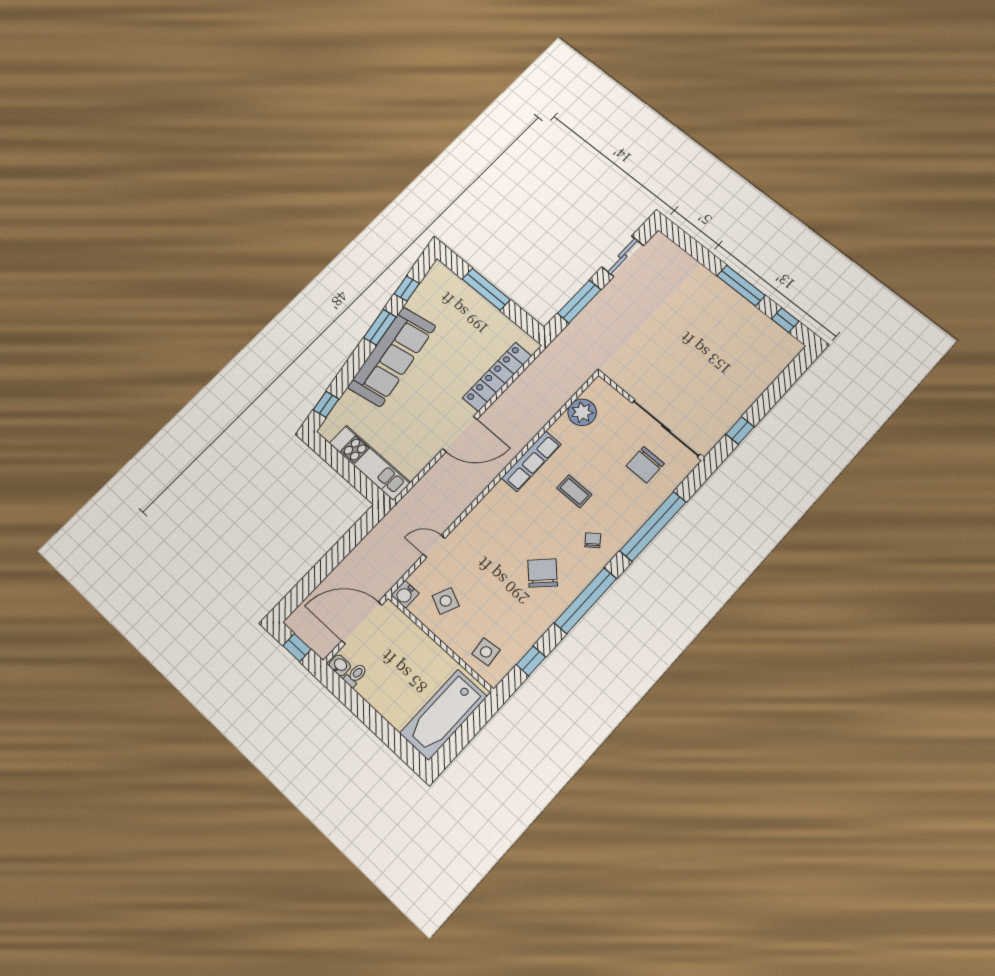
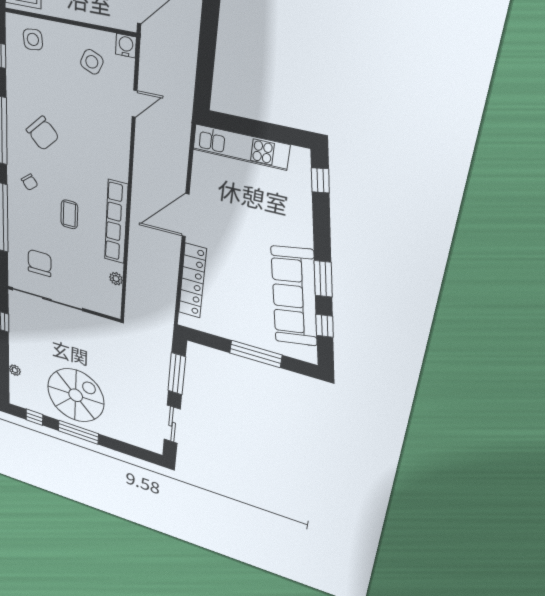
spiral stairs: (712, 323) -> (76, 395), added
sofa: (392, 357) -> (294, 297), moved
plant: (768, 377) -> (15, 370), added
plant: (582, 412) -> (116, 279), width x0.53, depth x0.53
row of seats: (531, 461) -> (116, 222), width x1.36
coffee table: (574, 491) -> (69, 214), turned 90

